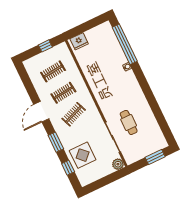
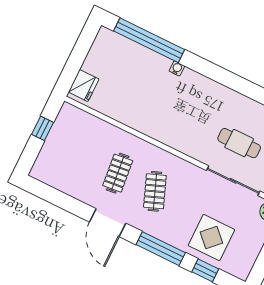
clothes rail: (53, 71) -> (80, 155), removed
window: (56, 142) -> (161, 249), width x1.44

